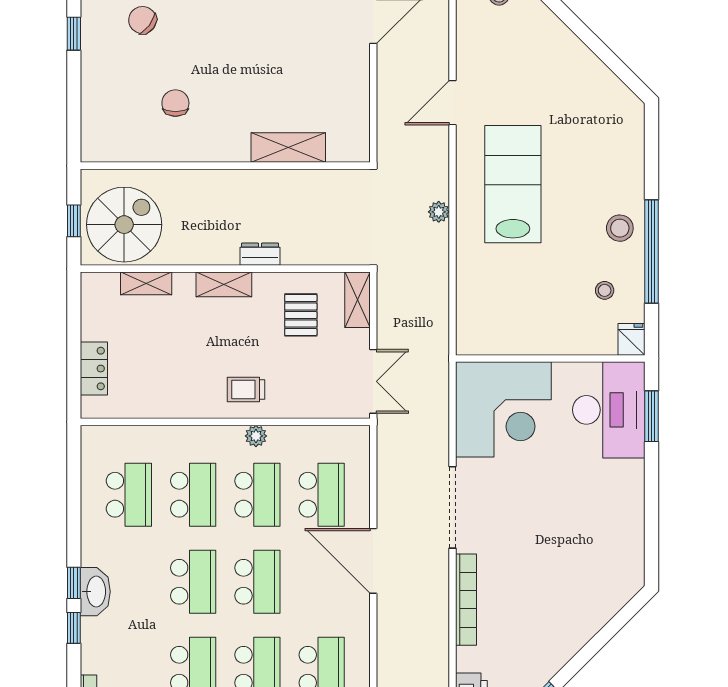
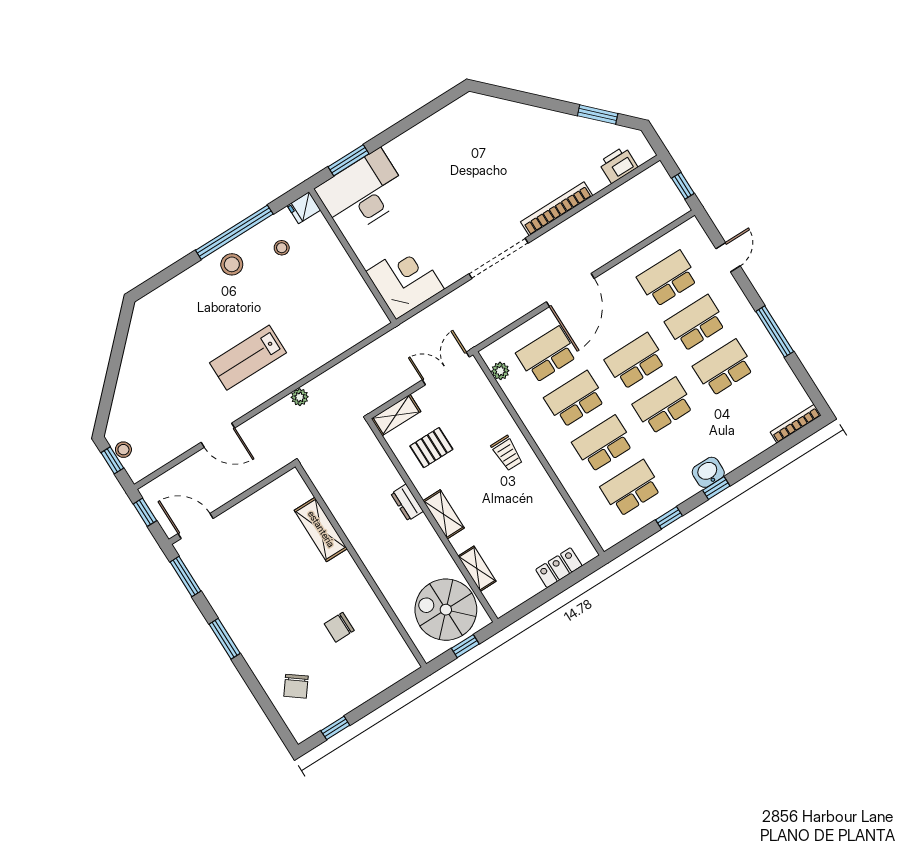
lab bench: (513, 184) -> (248, 358), width x0.73, depth x0.72
corner desk: (503, 409) -> (405, 280), width x0.74, depth x0.74
plant: (256, 436) -> (500, 371), moved
washbasin: (95, 592) -> (708, 472), width x0.72
window: (74, 628) -> (669, 518), moved

